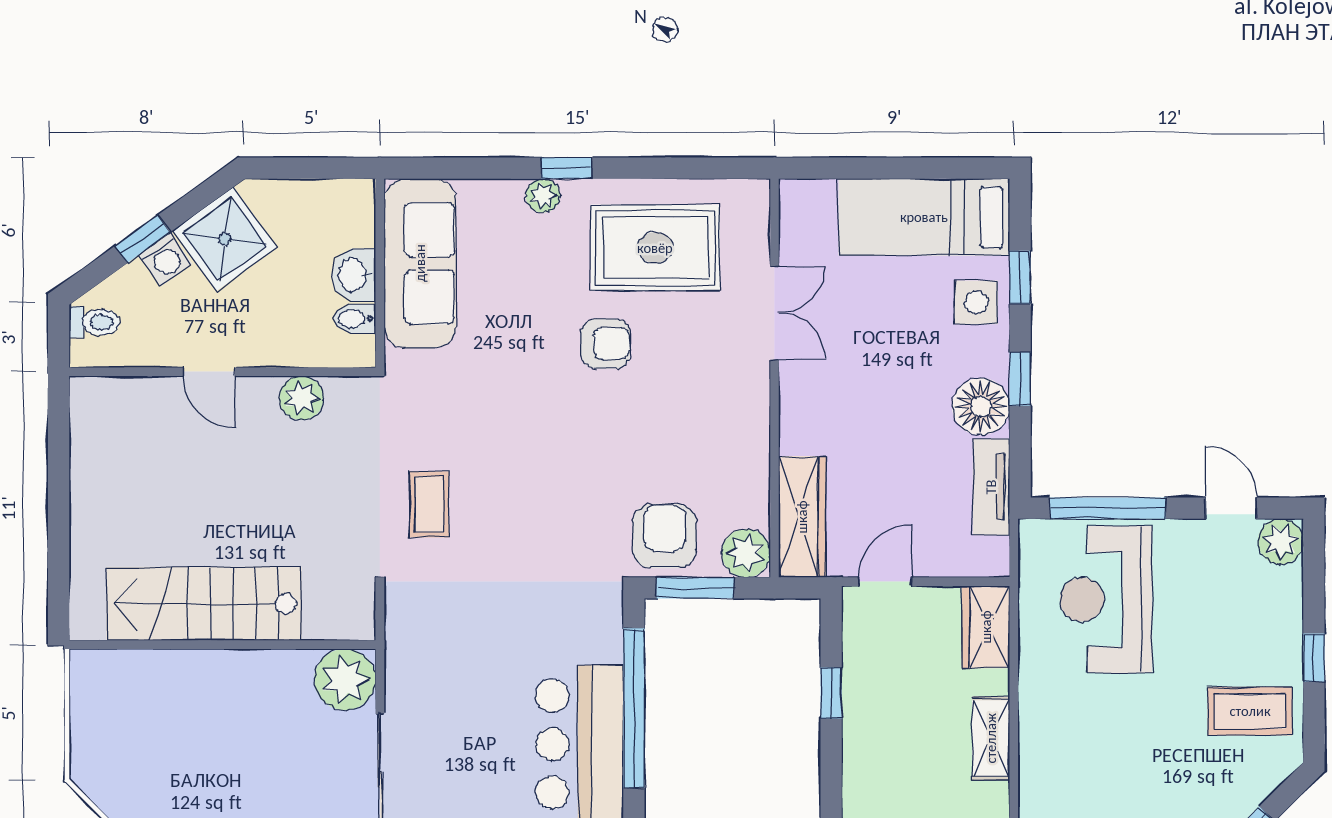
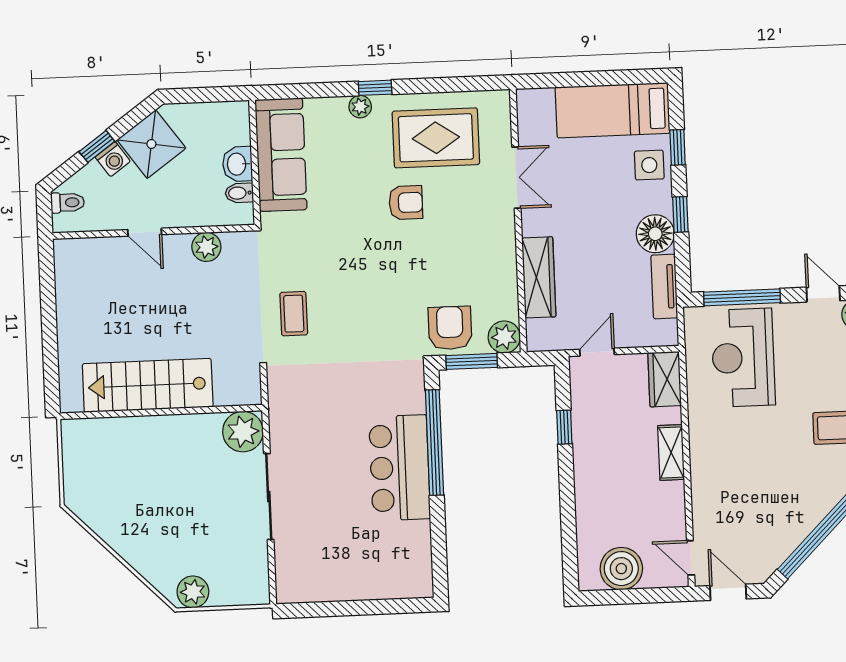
wardrobe: (802, 517) -> (539, 277), moved

